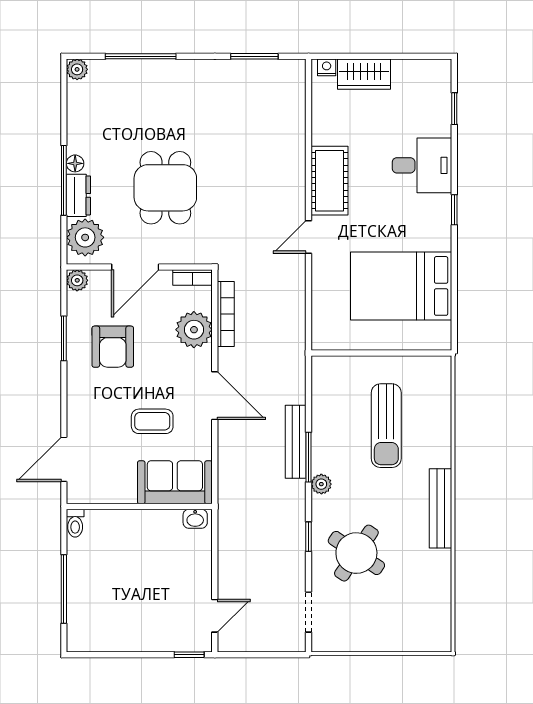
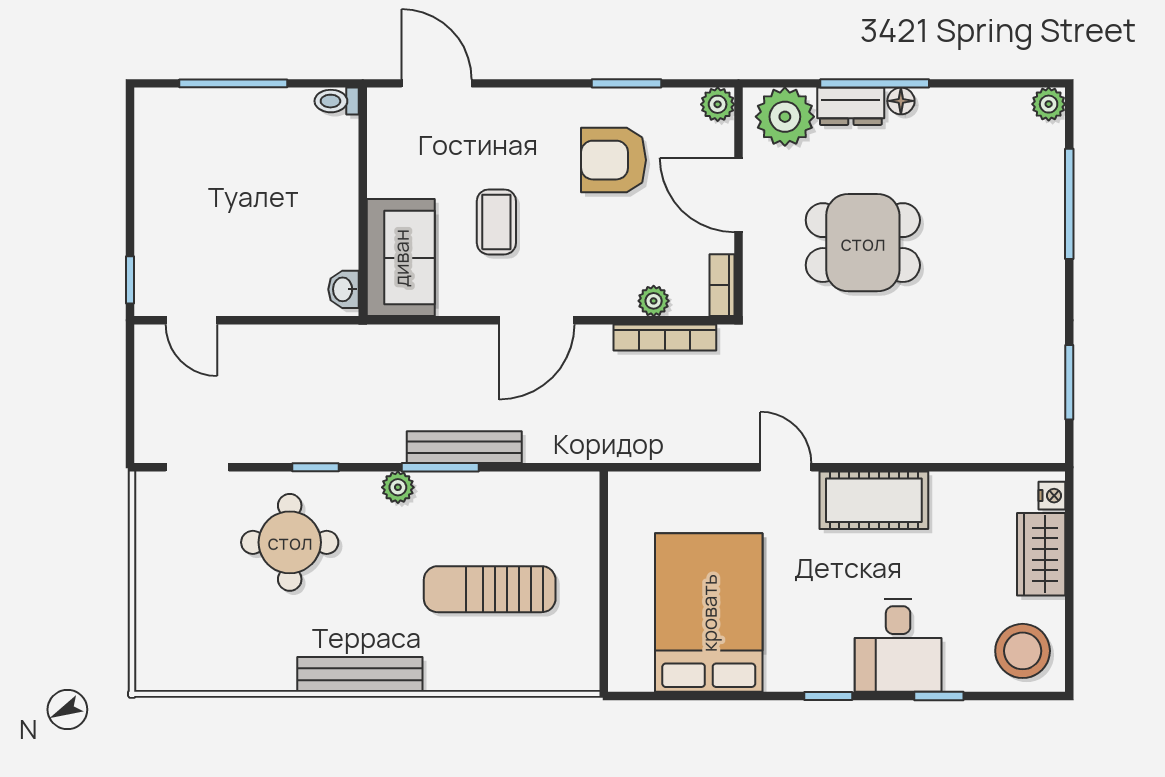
stool: (426, 86) -> (1023, 651), added
window: (454, 109) -> (939, 696), moved
plant: (194, 330) -> (654, 301), width x0.53, depth x0.53
round table: (356, 553) -> (290, 542), turned -34

